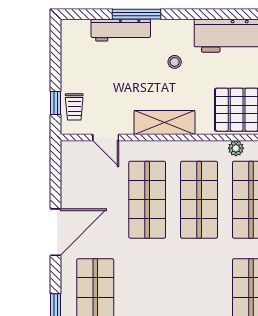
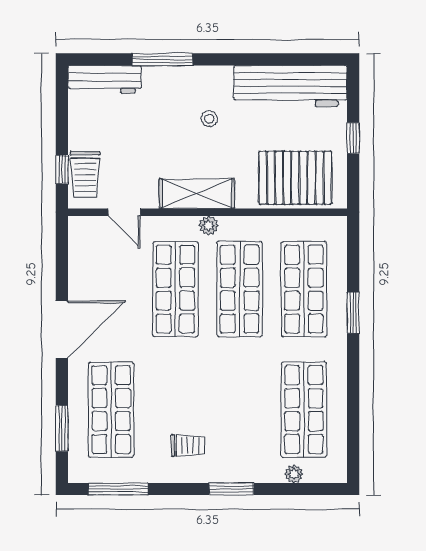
workbench: (121, 30) -> (105, 79), moved
trolley: (74, 107) -> (85, 174), width x1.36, depth x1.39
plant: (236, 148) -> (209, 225), moved

